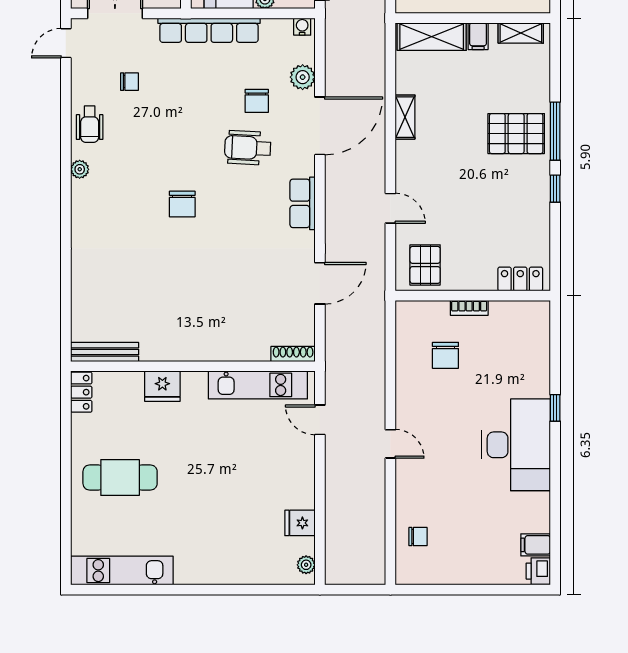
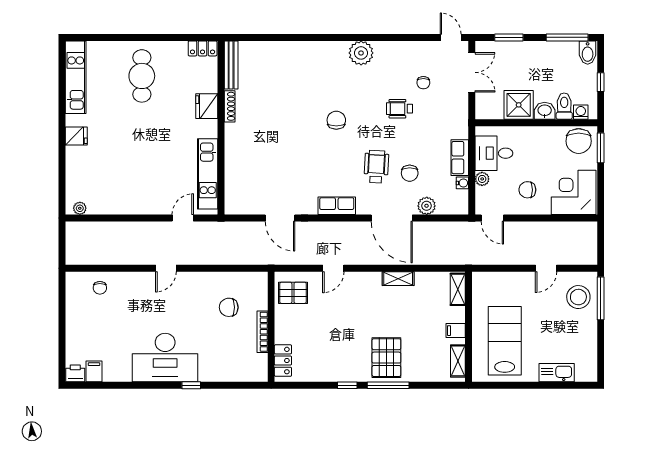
water cooler: (302, 27) -> (462, 183), moved
row of seats: (209, 30) -> (460, 158), width x0.50
shelving: (432, 37) -> (458, 289), width x0.67, depth x0.75
chair: (257, 101) -> (410, 173), turned -90
wheelchair: (90, 124) -> (400, 109), moved
plant: (80, 169) -> (361, 53), width x1.88, depth x1.88
chair: (182, 204) -> (336, 120), turned 90
bookcase: (469, 308) -> (262, 332), width x1.56
shoe rack: (293, 354) -> (230, 106), moved
fridge: (300, 523) -> (76, 136), moved, turned 90

